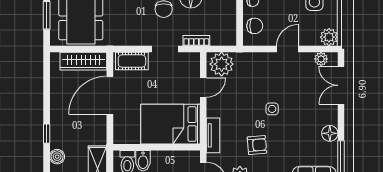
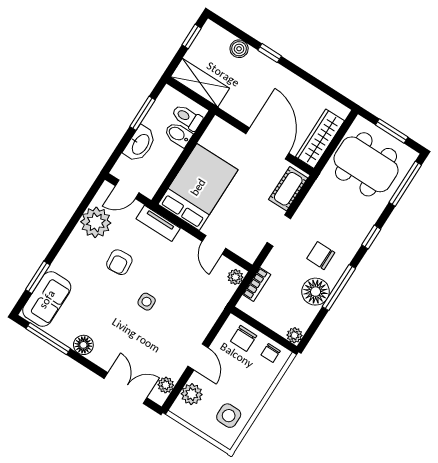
plant: (329, 37) -> (192, 394), moved
bookcase: (196, 41) -> (257, 284), moved
plant: (222, 64) -> (235, 277), width x0.53, depth x0.53

